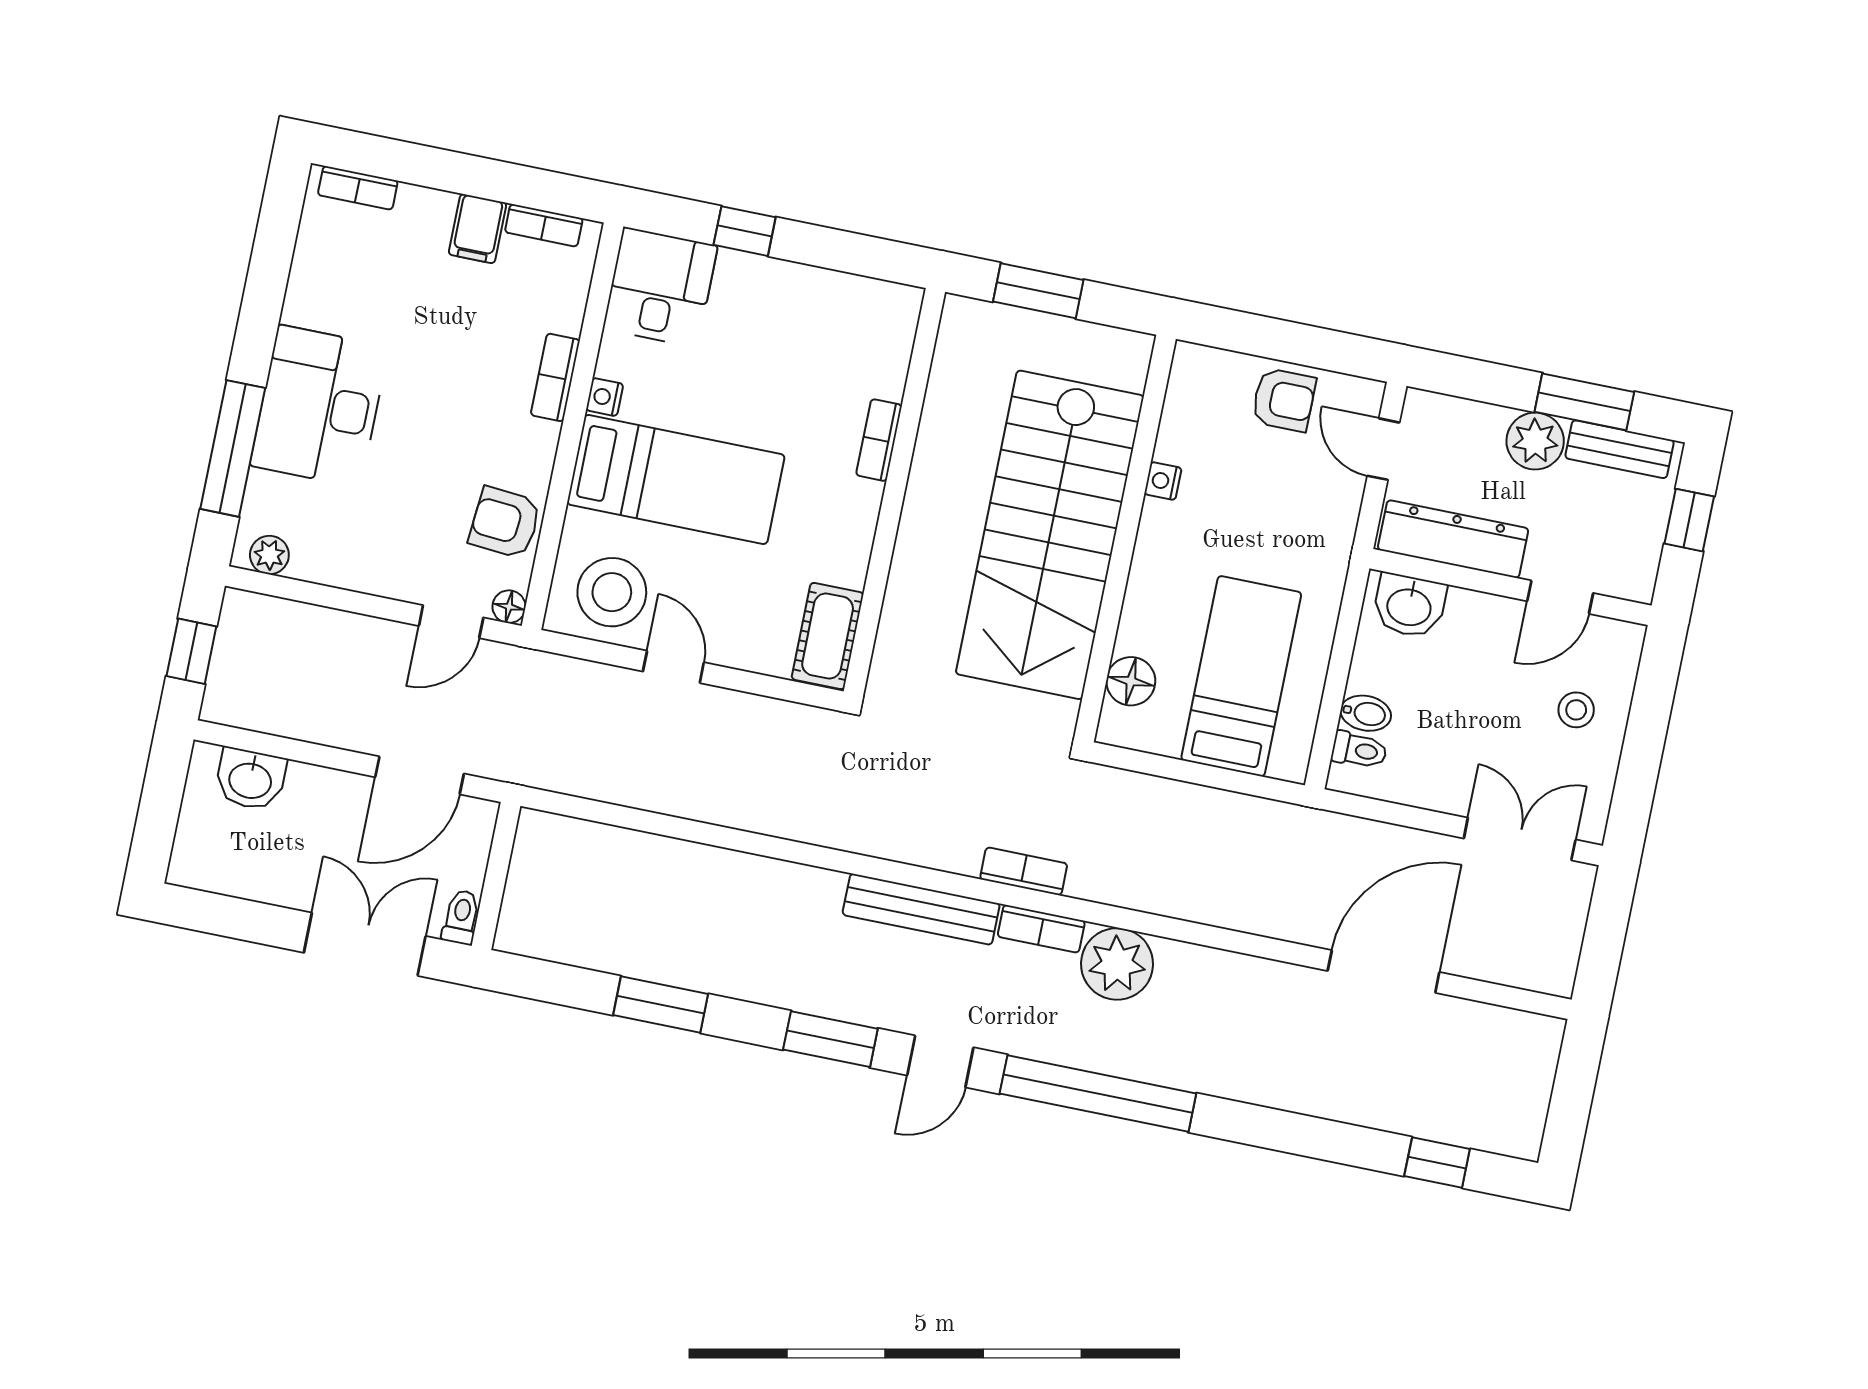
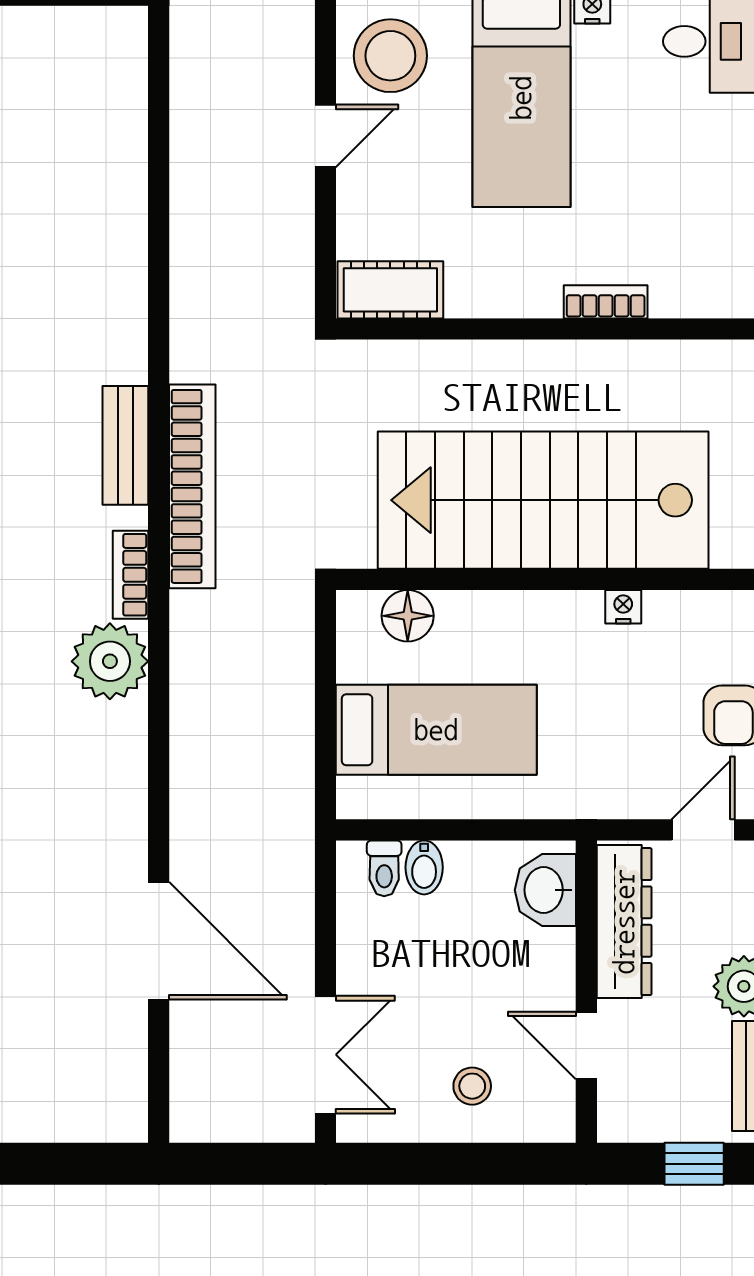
bookcase: (1024, 871) -> (192, 486), width x2.31, depth x1.31
bench: (921, 909) -> (125, 445), width x0.73

